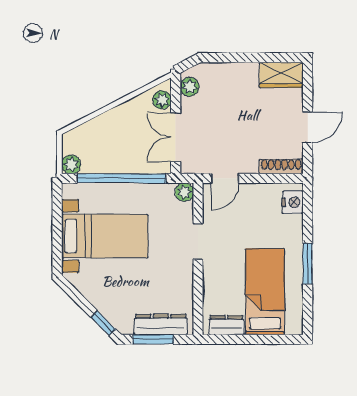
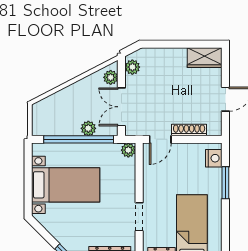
plant: (71, 164) -> (88, 128), moved
shoe rack: (281, 166) -> (189, 130), moved
doorway: (198, 242) -> (139, 217), moved
window: (308, 264) -> (225, 183), moved

